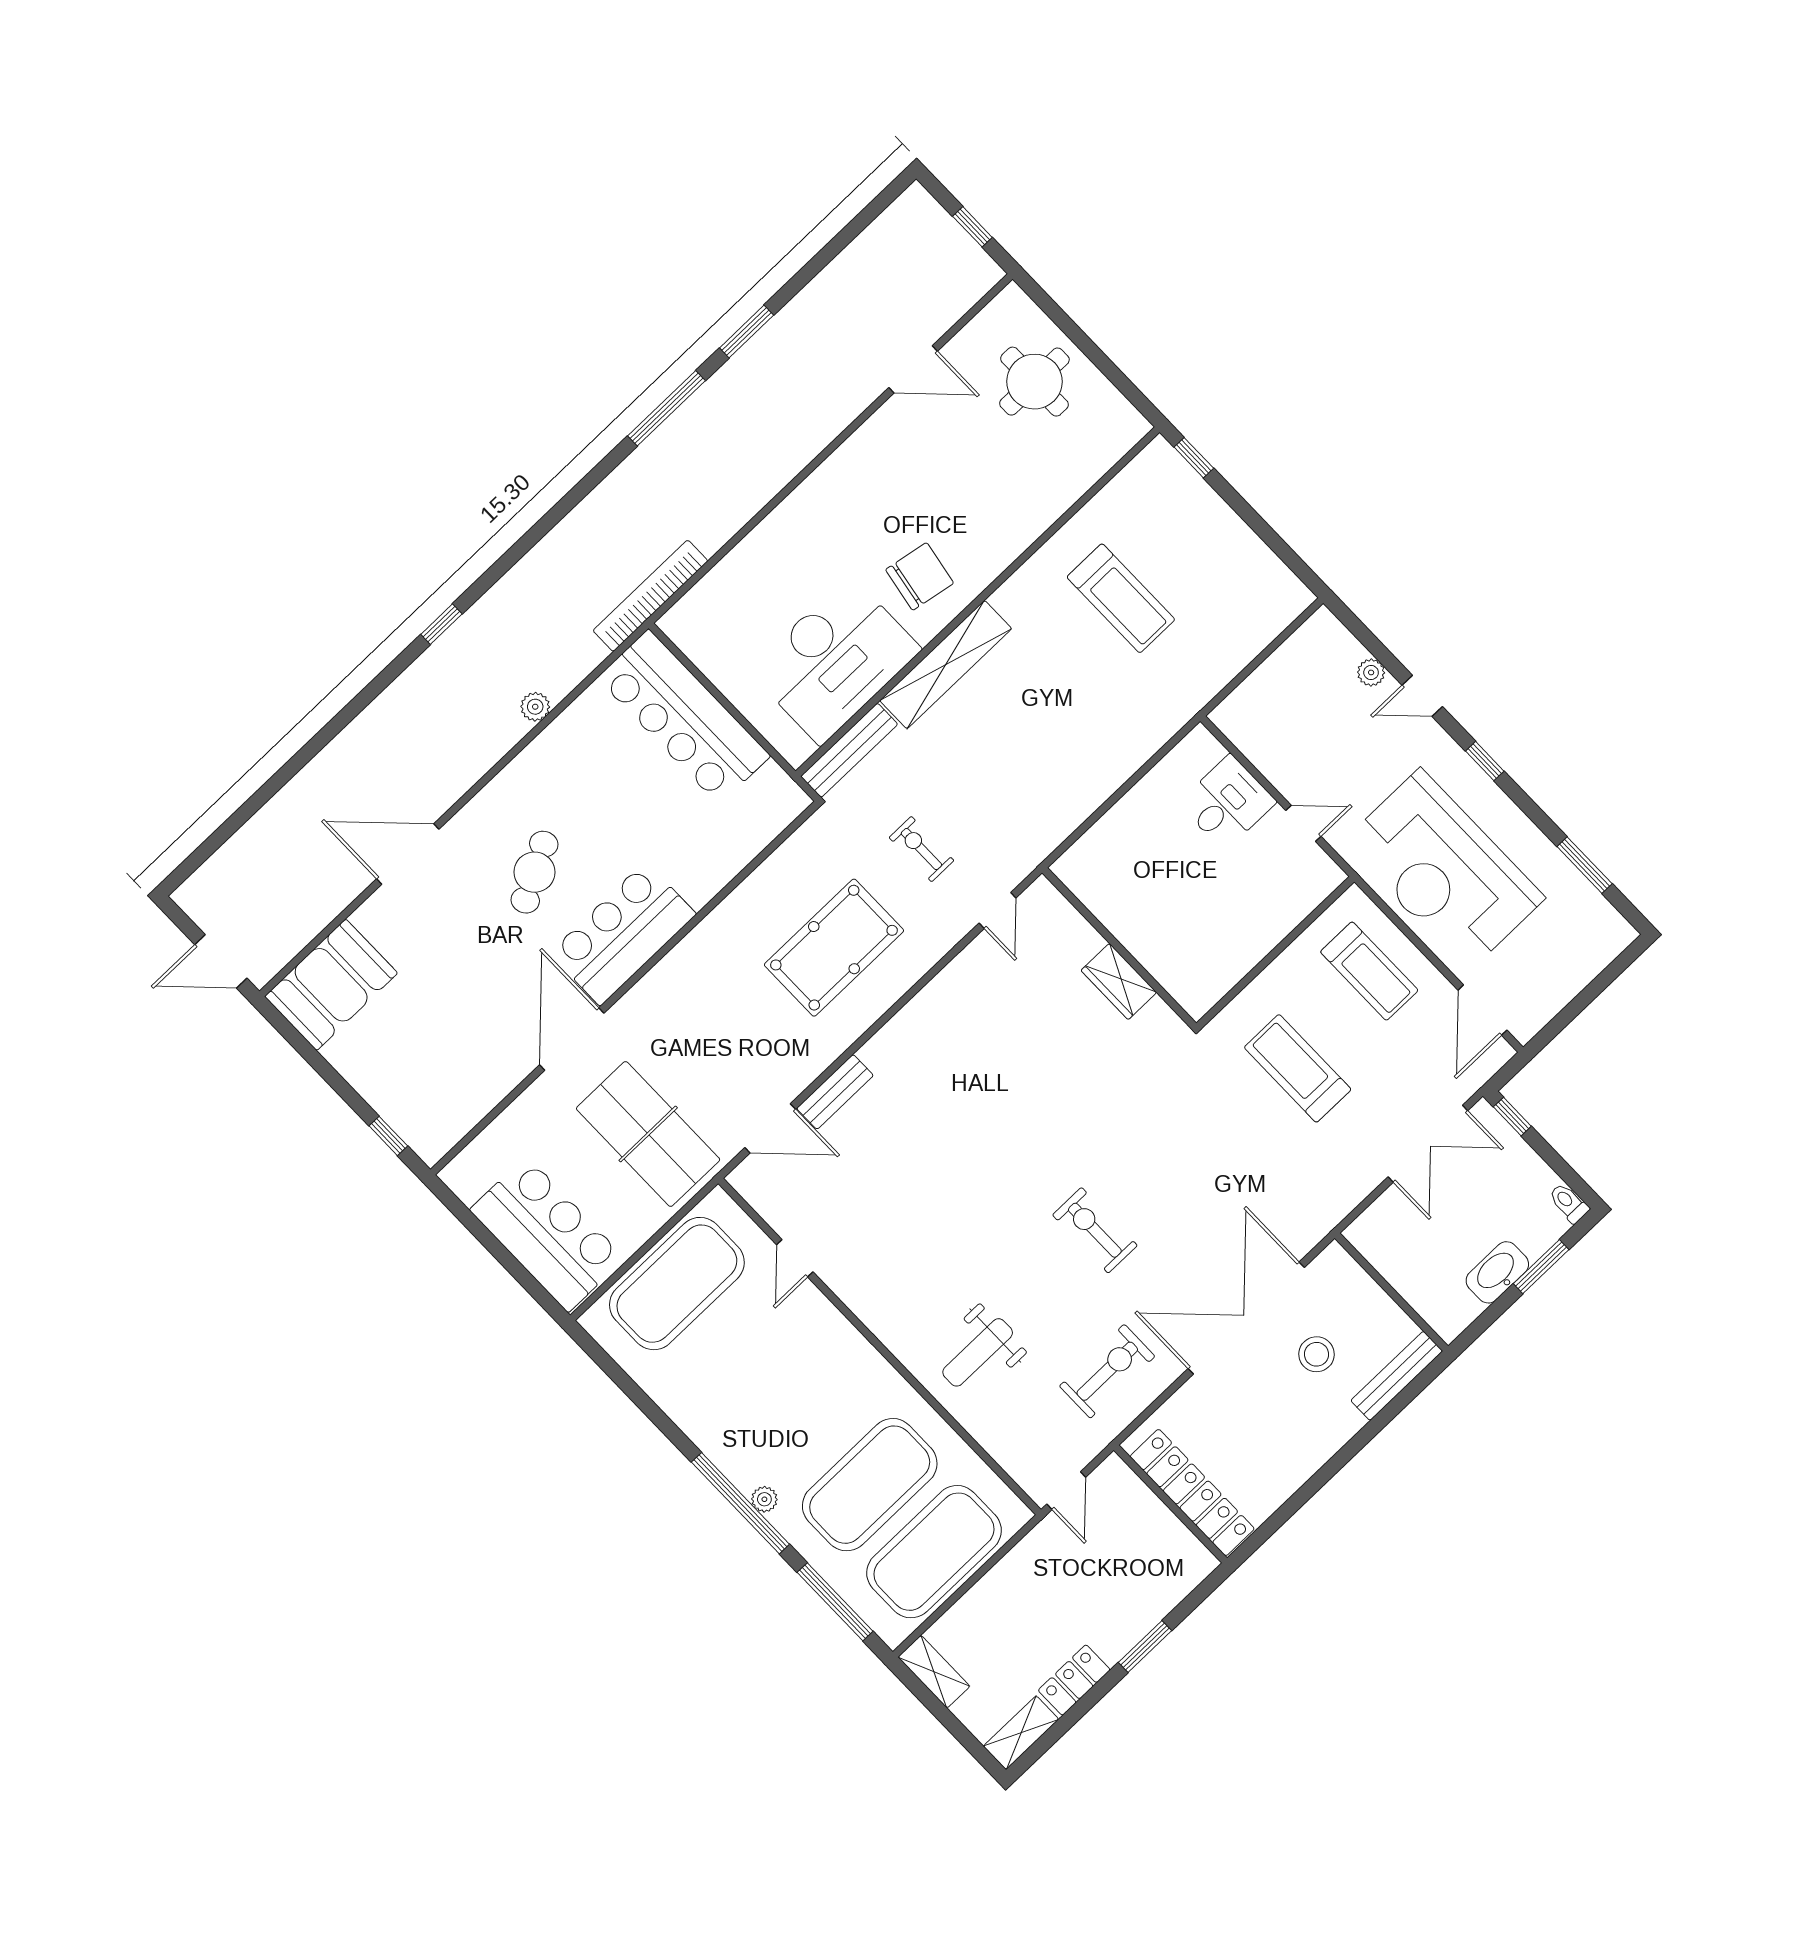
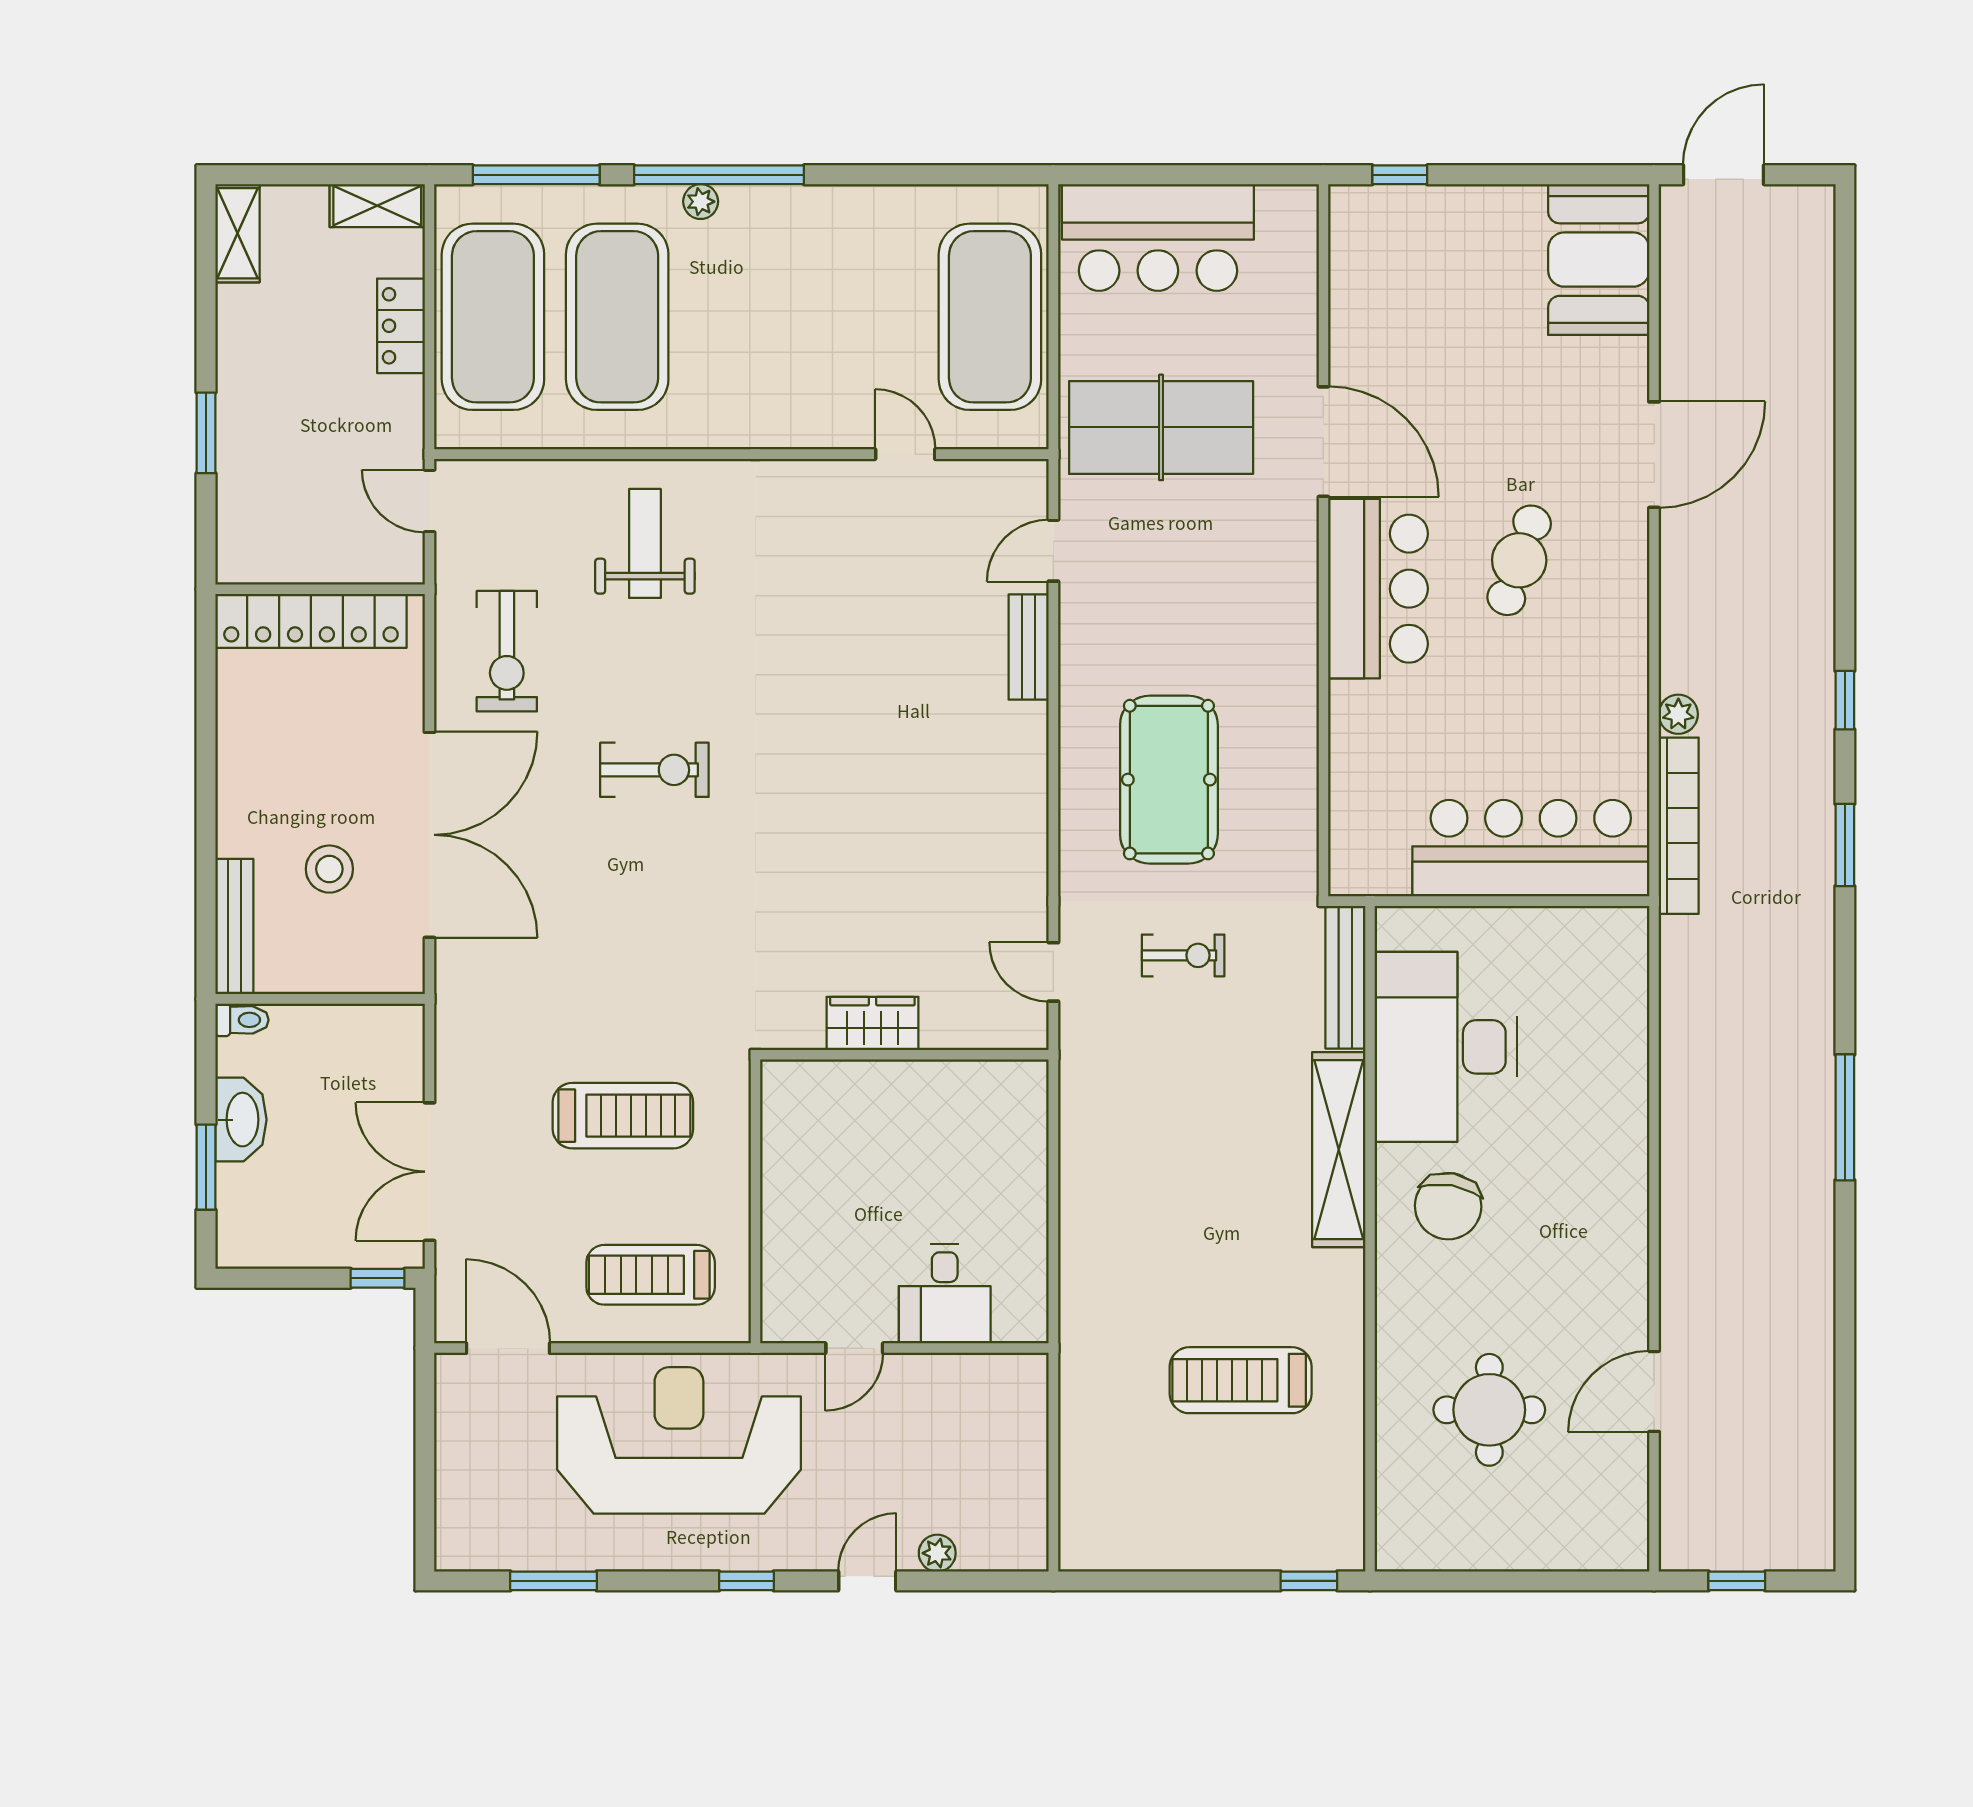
window: (747, 331) -> (1845, 845), moved
round table: (1034, 382) -> (1489, 1410), moved
bookcase: (650, 596) -> (1679, 826), moved
cafe table: (535, 872) -> (1519, 560), turned 47
door: (770, 1128) -> (1053, 551), width x0.73
toilet: (1569, 1203) -> (242, 1020), moved
locker: (1074, 1680) -> (401, 326), moved, turned 180

